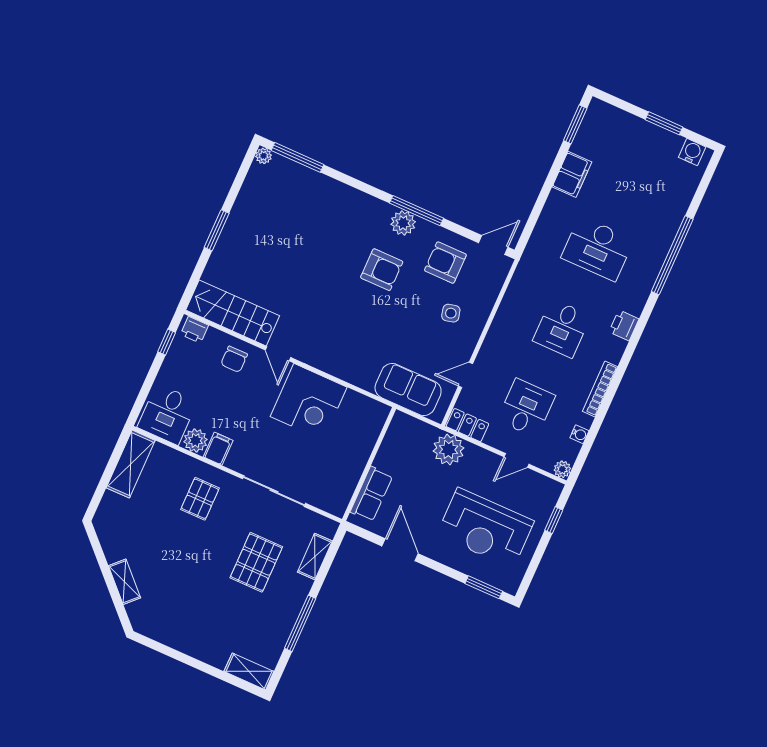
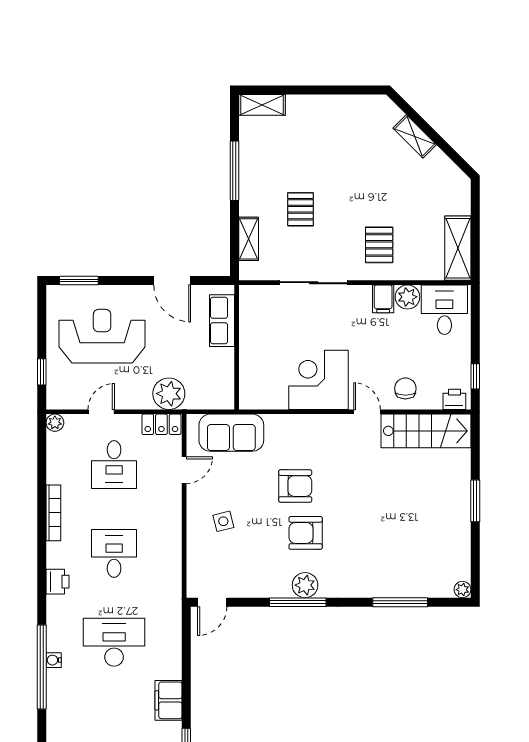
window: (298, 157) -> (400, 602), moved
armchair: (445, 263) -> (295, 486), moved
water cooler: (579, 434) -> (54, 660), moved
pallet: (256, 562) -> (301, 209), width x0.67, depth x0.71

